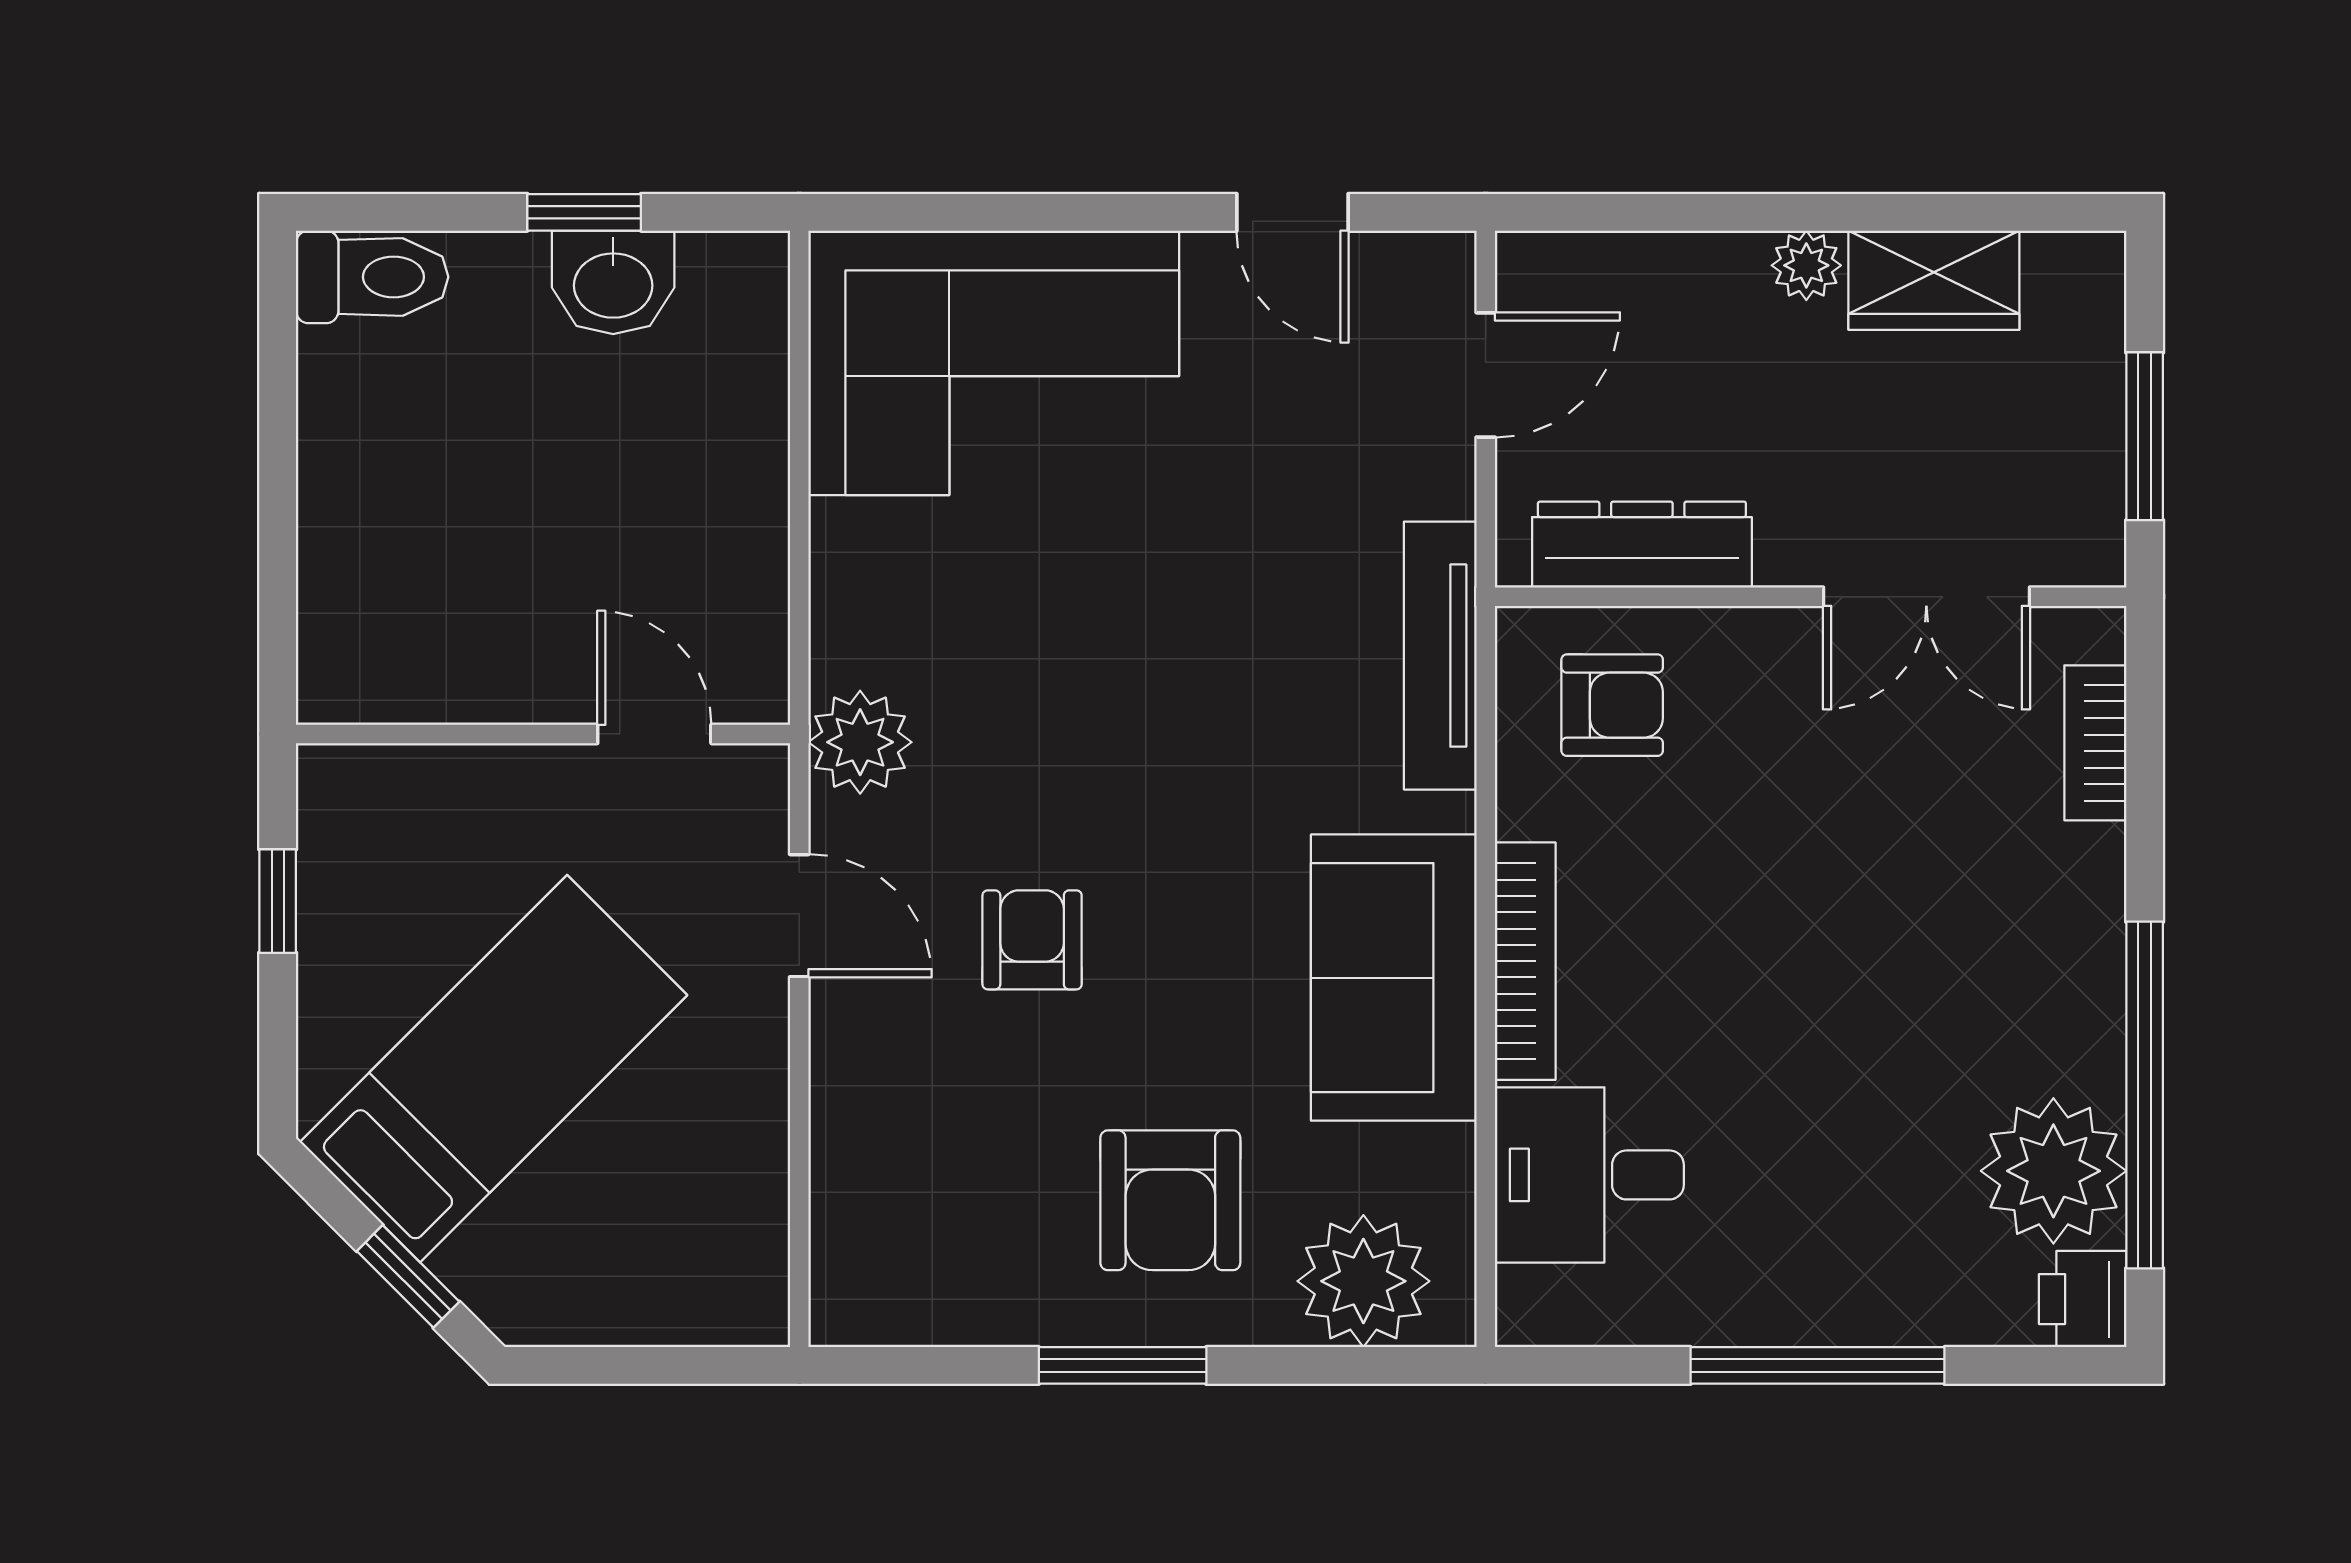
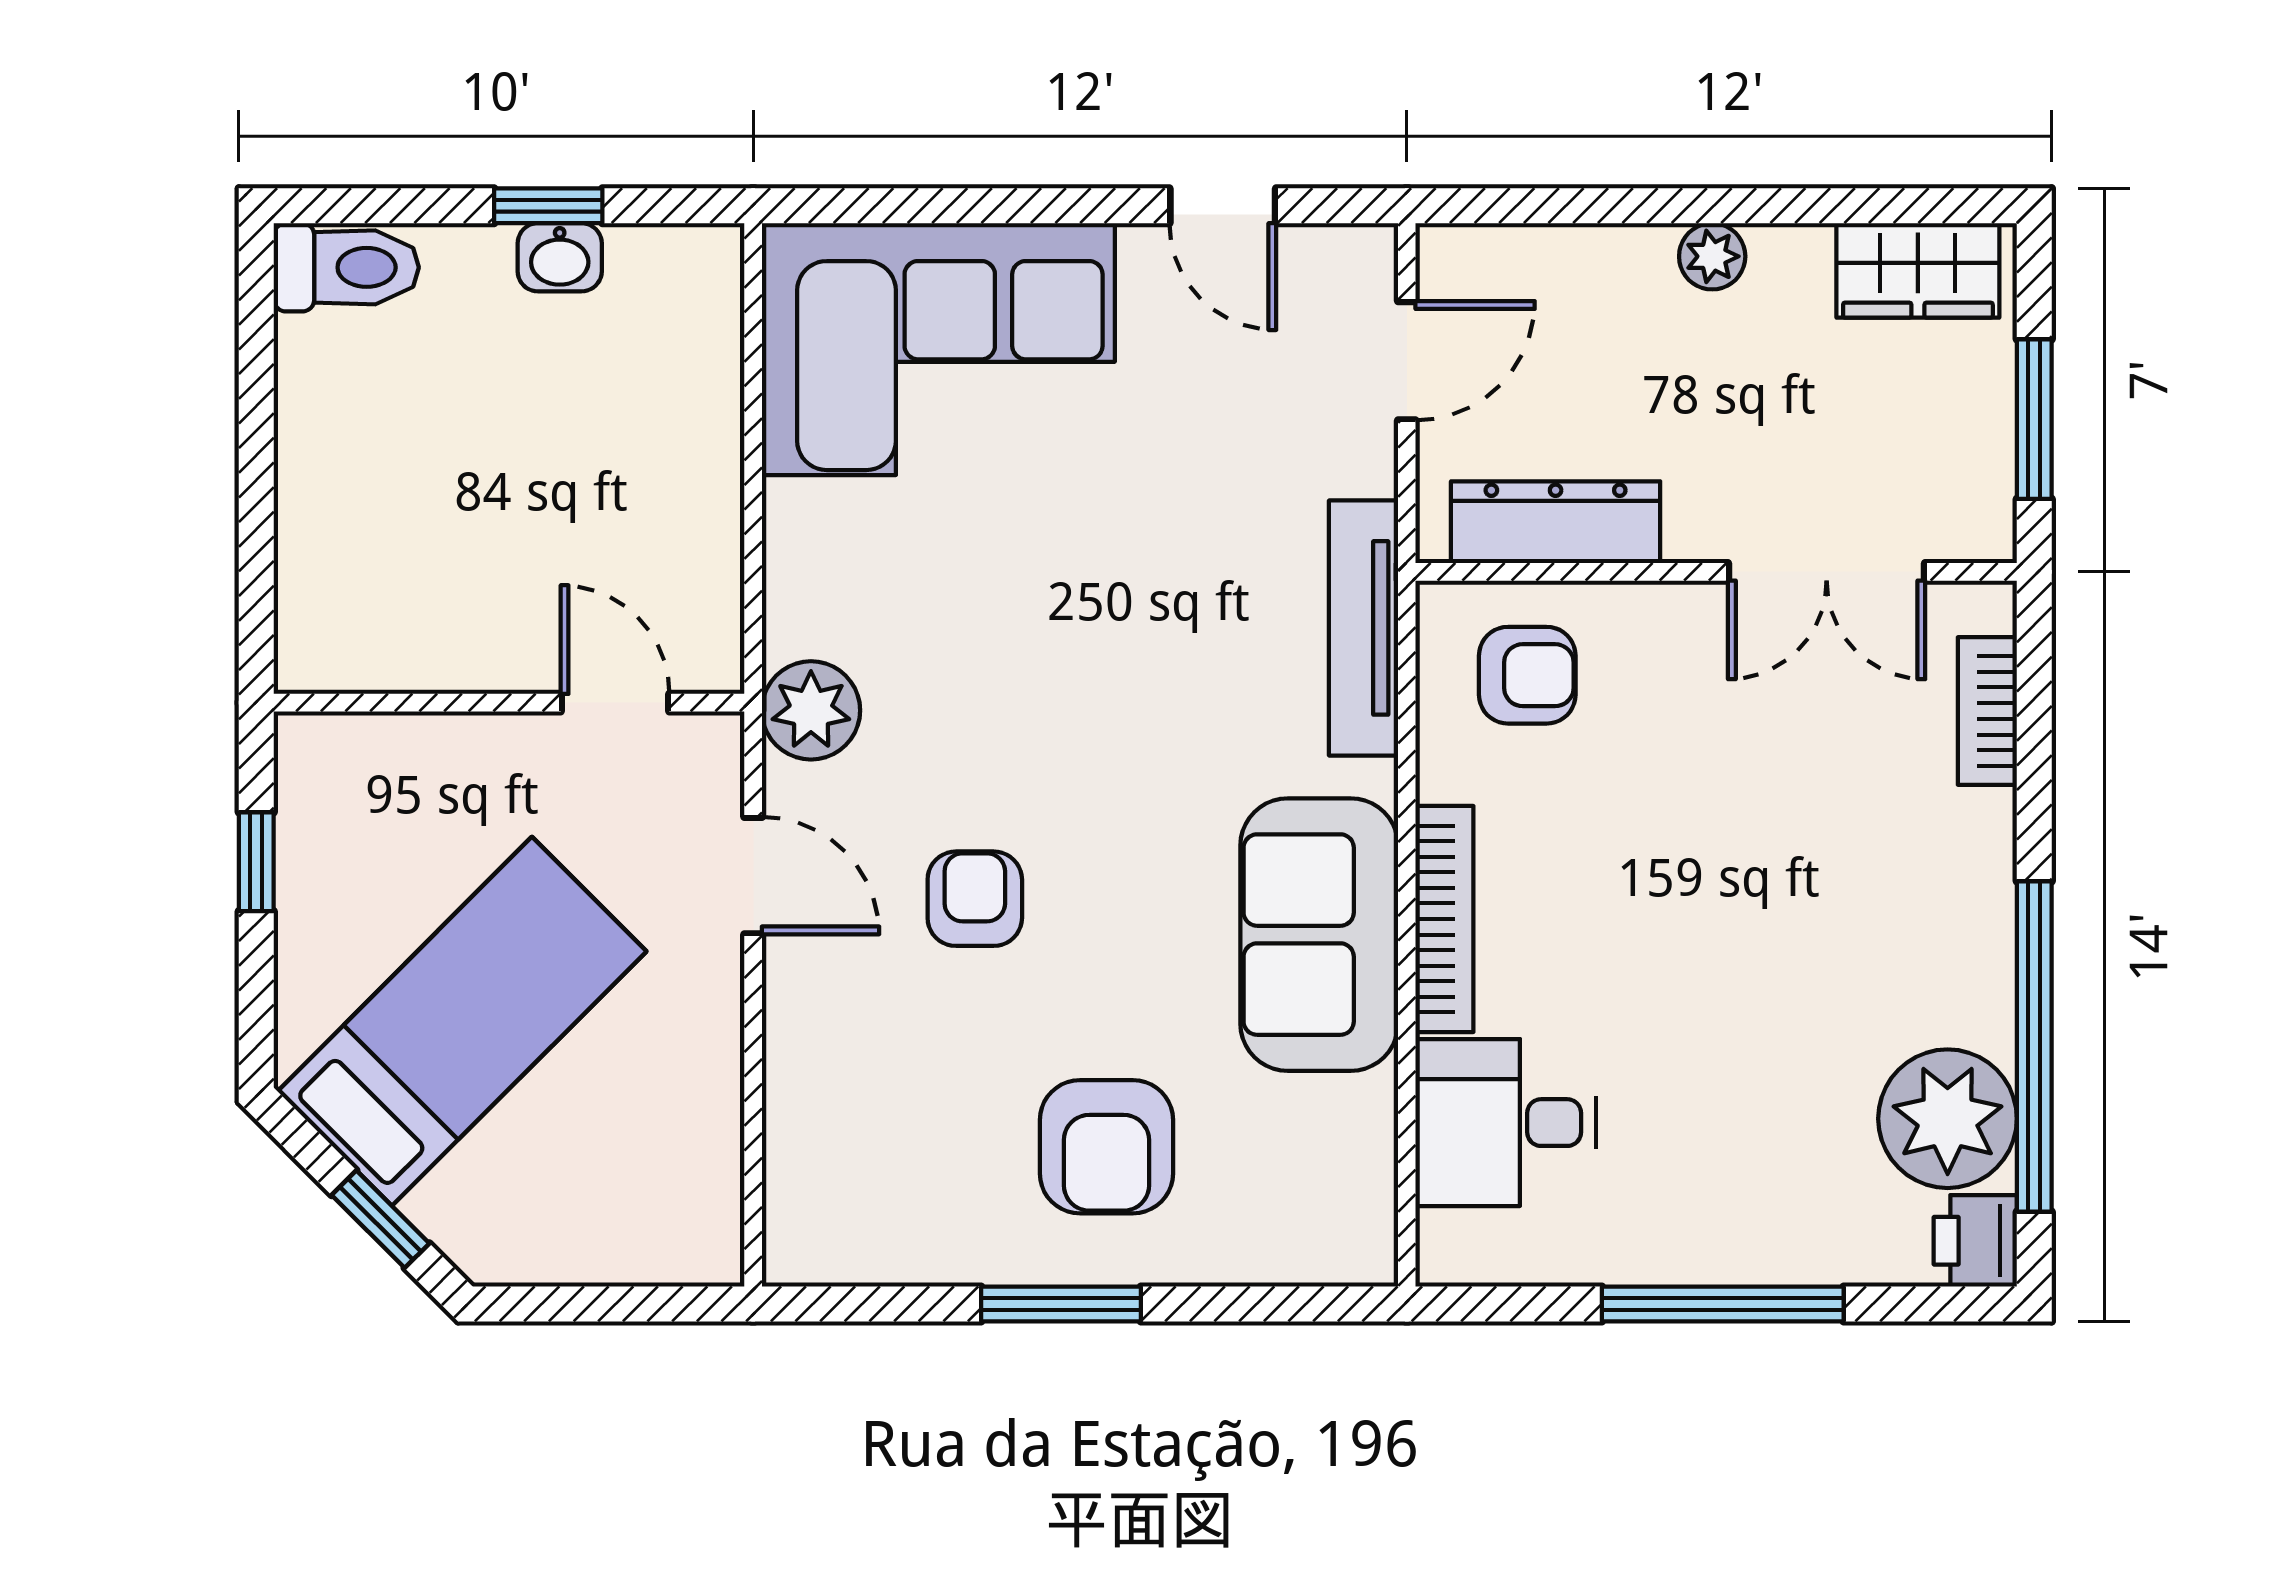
wardrobe: (1934, 280) -> (1918, 270), moved
washbasin: (613, 282) -> (560, 257), width x0.72, depth x0.69
plant: (1363, 1281) -> (1290, 1224), removed

